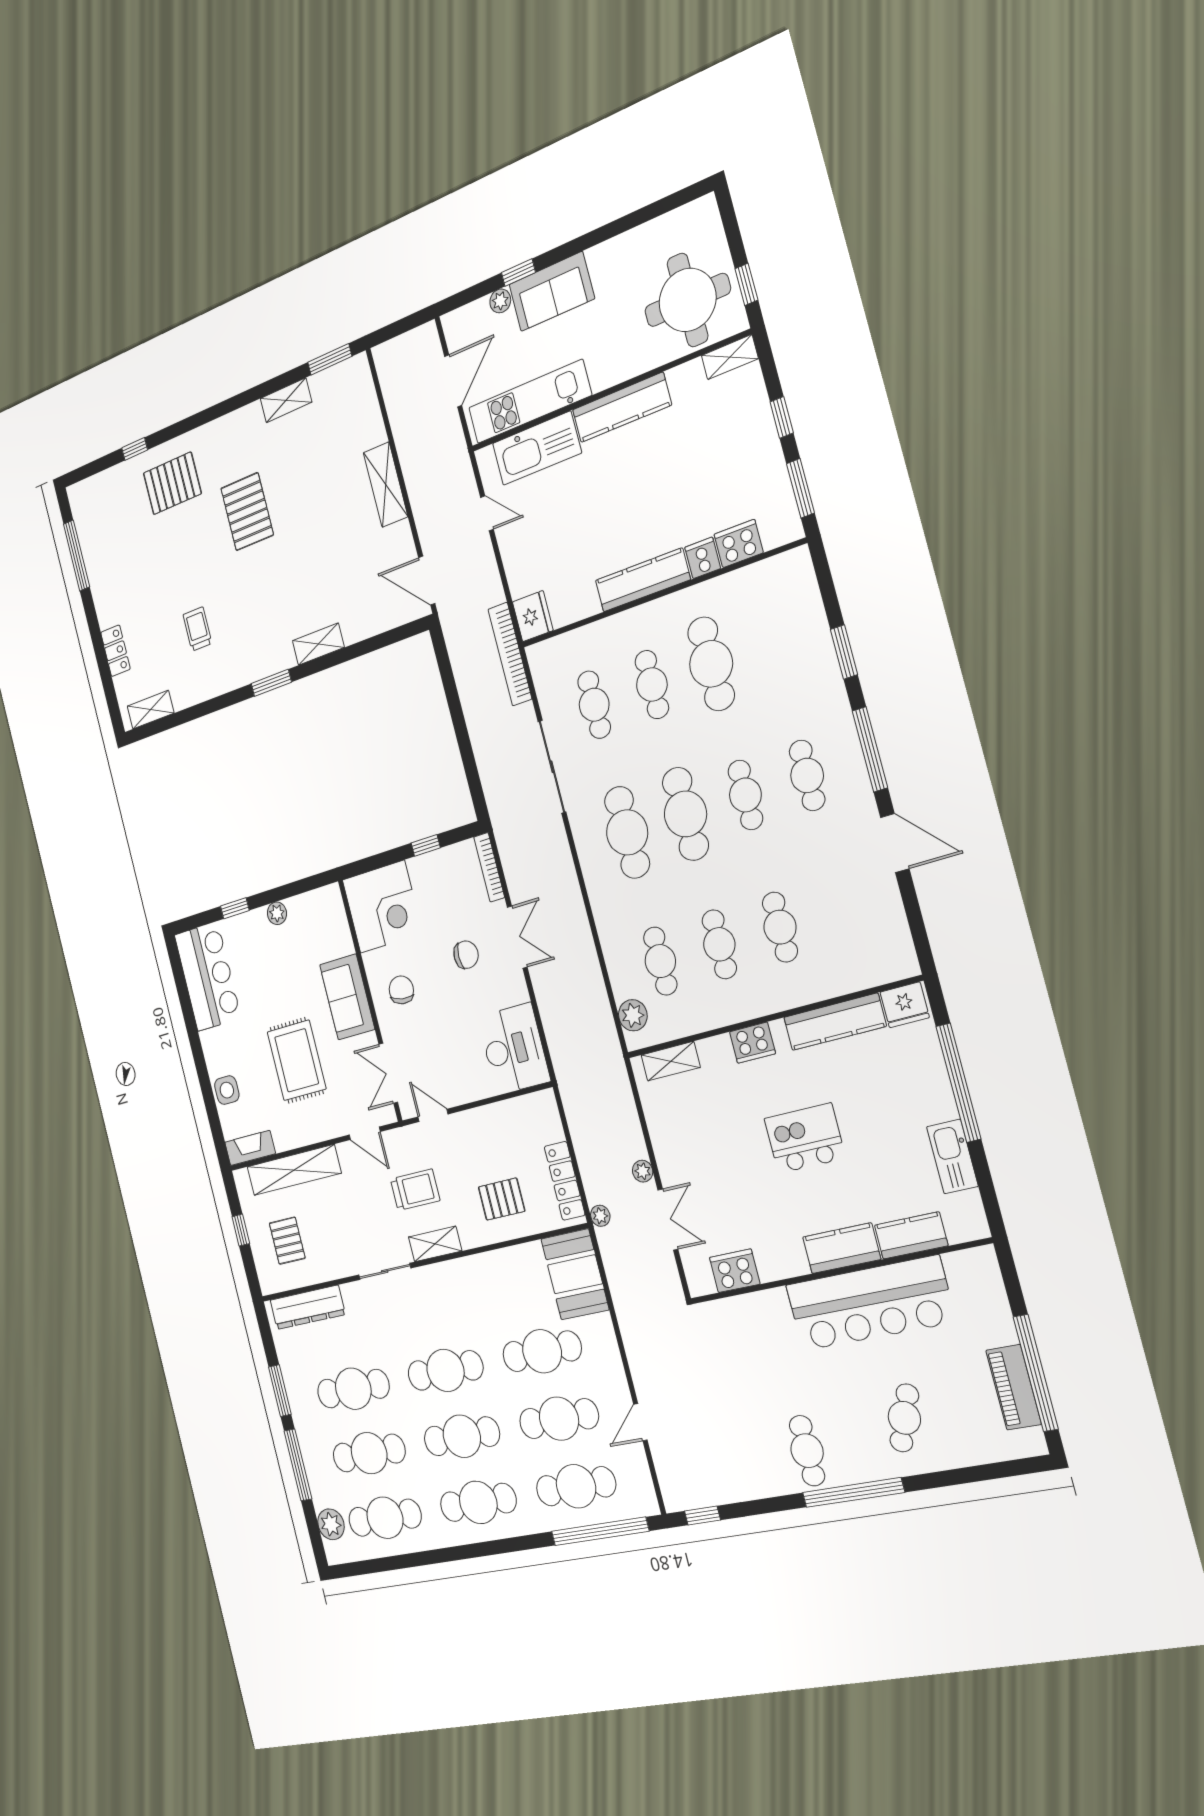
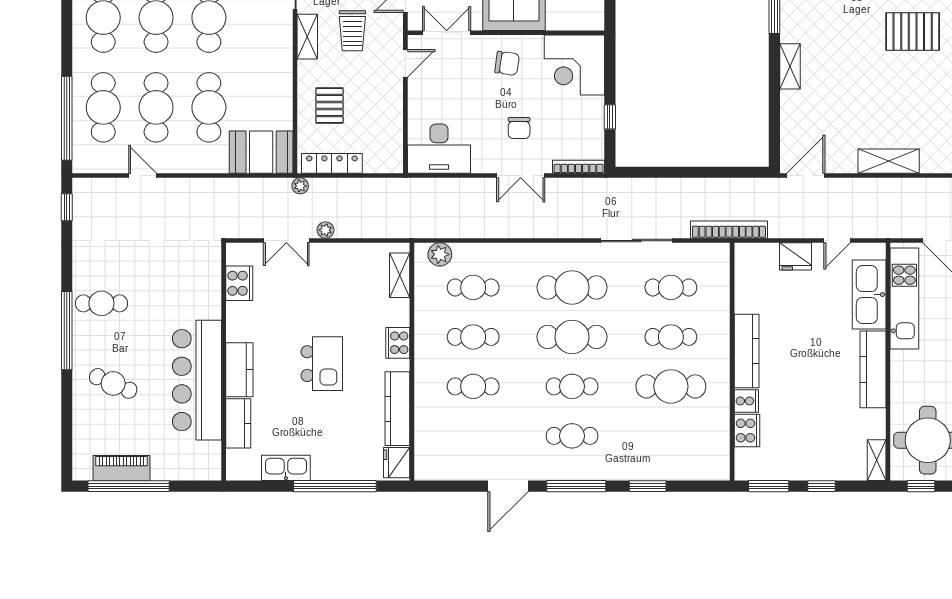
fridge: (533, 616) -> (796, 256), moved

